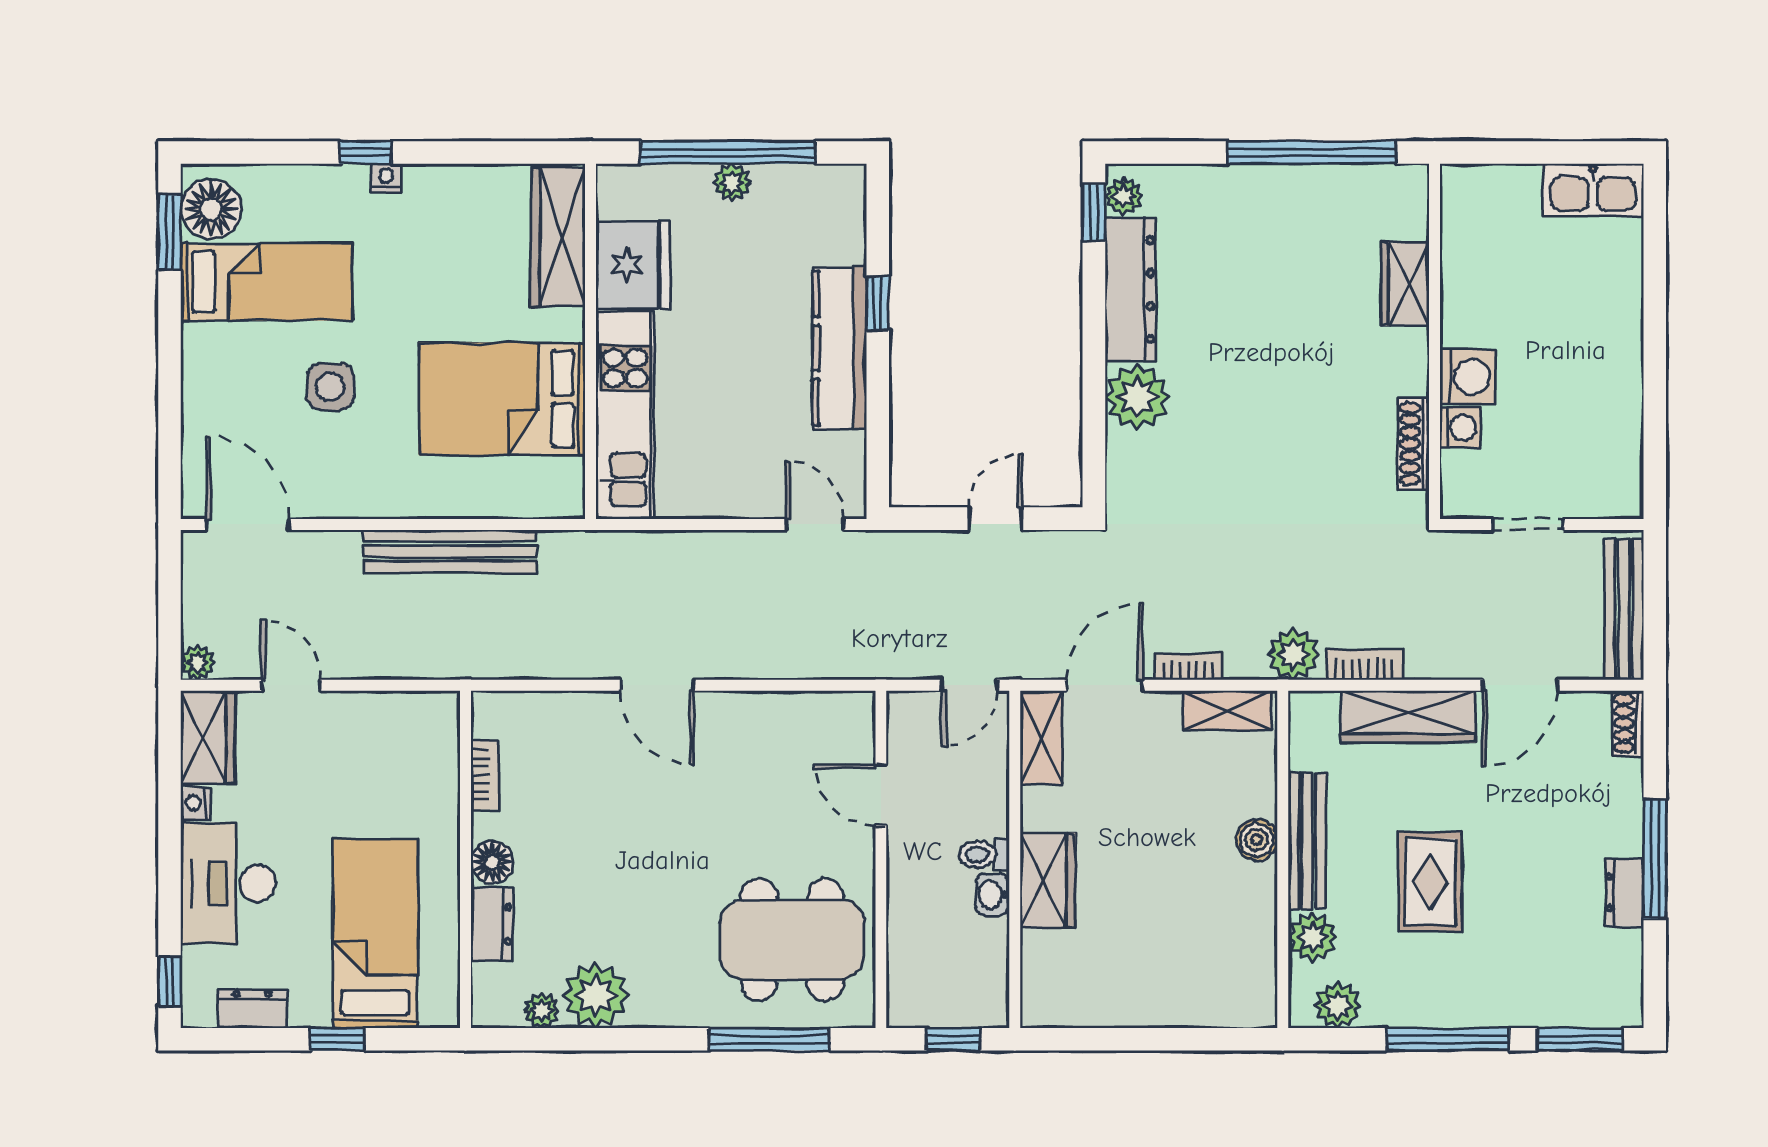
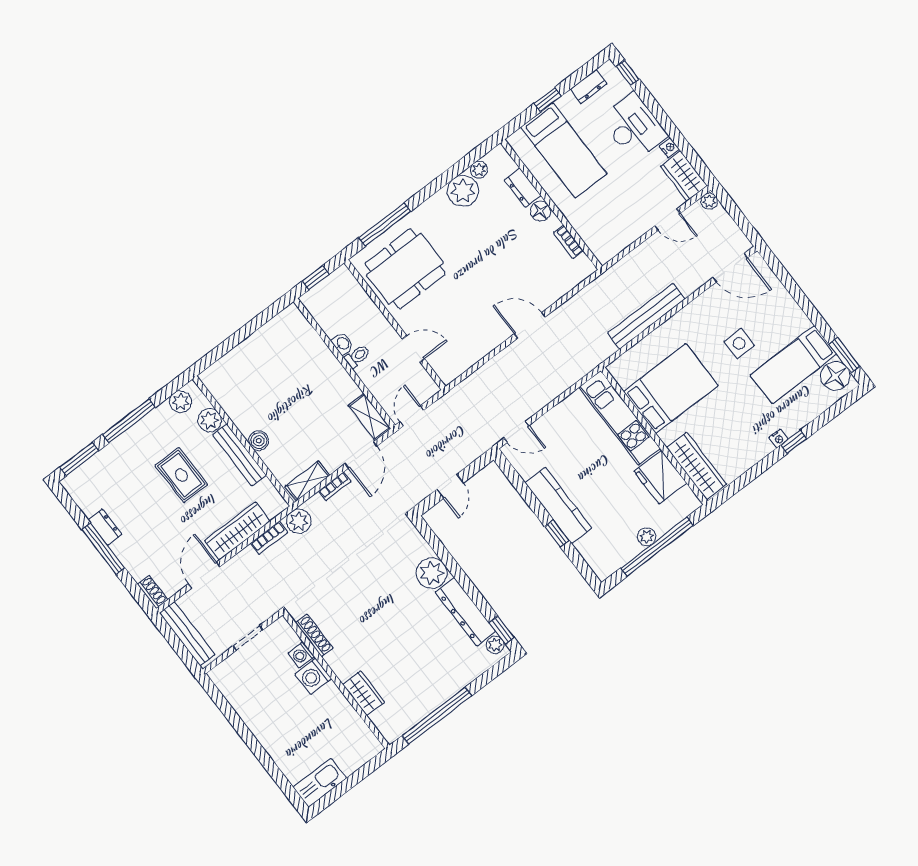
wardrobe: (1048, 880) -> (326, 365), removed

